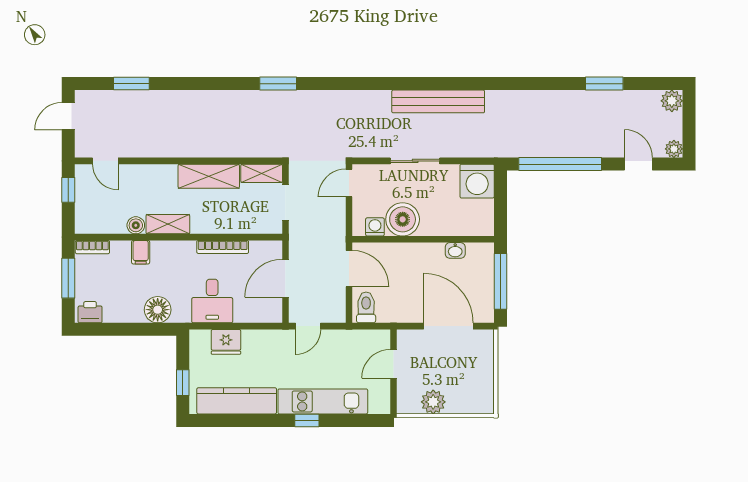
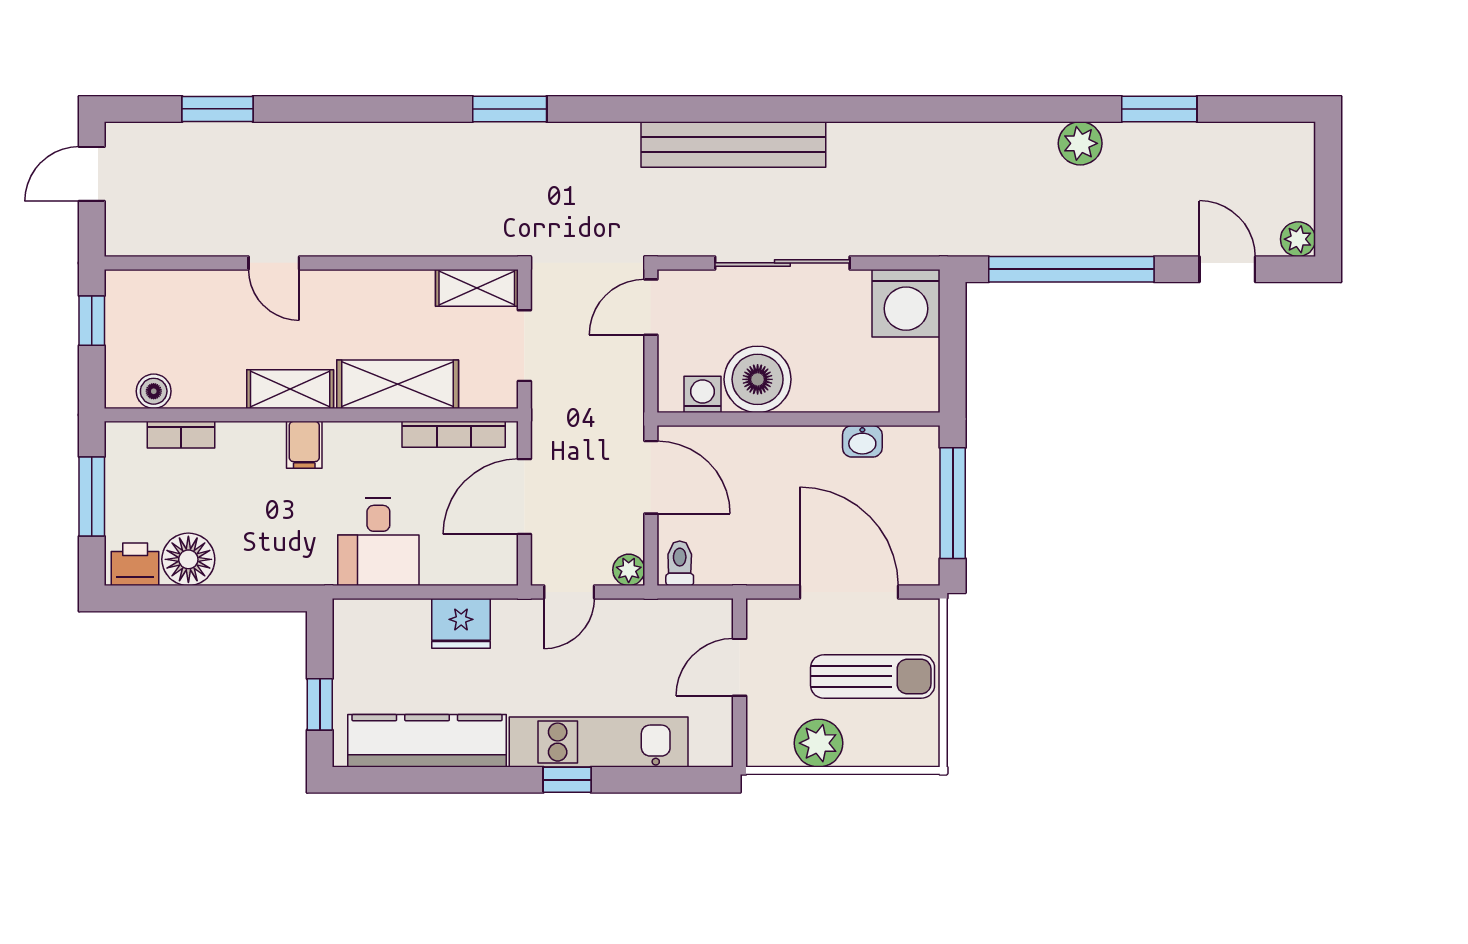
bench: (438, 101) -> (733, 145), moved
plant: (672, 101) -> (1080, 143), moved
door: (105, 161) -> (274, 263), moved
sliding door: (415, 161) -> (782, 263), width x1.37
shelving: (209, 176) -> (398, 384), moved
boiler: (136, 225) -> (154, 391), moved
bookcase: (92, 247) -> (181, 435), moved
bookcase: (223, 247) -> (454, 434), moved
filing cabinet: (141, 252) -> (304, 445), moved
toilet: (366, 307) -> (680, 563), width x0.73, depth x0.72
floor lamp: (158, 310) -> (188, 559), moved
plant: (338, 315) -> (629, 570), added
fridge: (226, 342) -> (461, 623), moved
sun lounger: (460, 369) -> (873, 676), added

